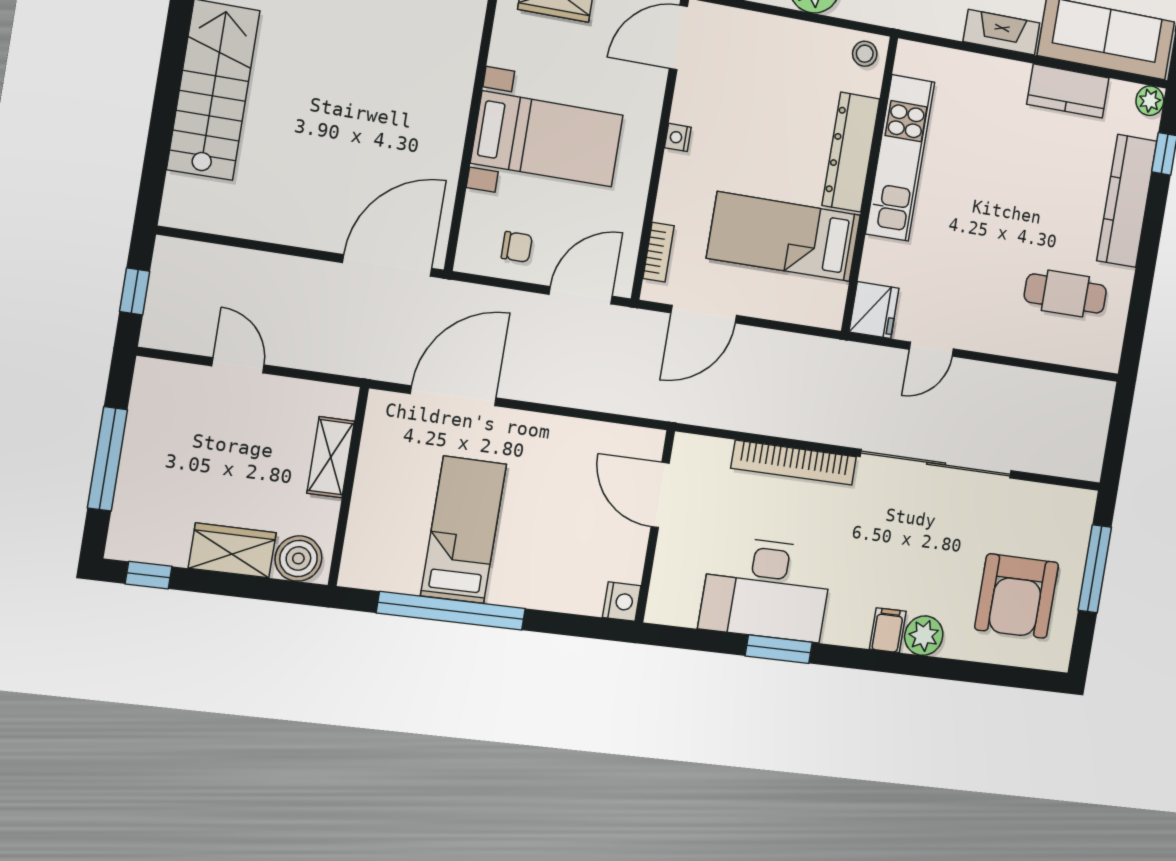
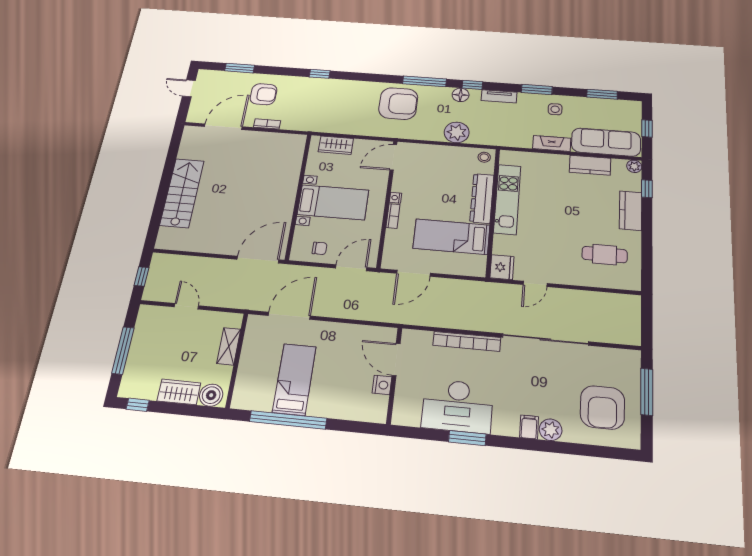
kitchen counter: (1127, 201) -> (631, 211), width x0.67
bookcase: (659, 252) -> (393, 216), moved
nightstand: (622, 602) -> (382, 385), moved

